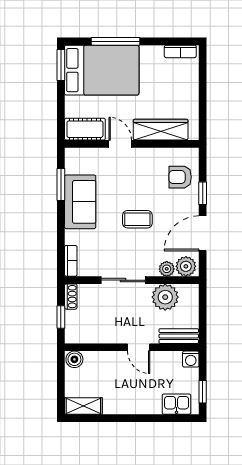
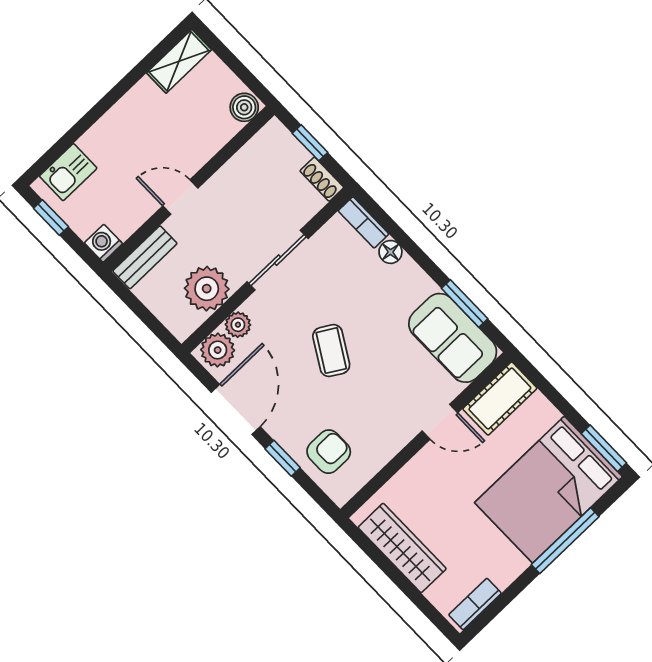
wardrobe: (161, 130) -> (402, 548), moved, turned -90
sofa: (80, 202) -> (453, 338), moved
coffee table: (137, 219) -> (331, 351), turned -59
floor lamp: (71, 237) -> (390, 252), added

